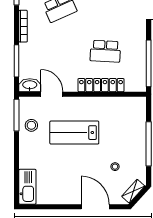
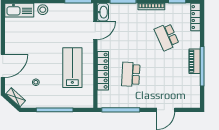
stool: (31, 125) -> (43, 10), moved
lab bench: (74, 133) -> (72, 68), moved

